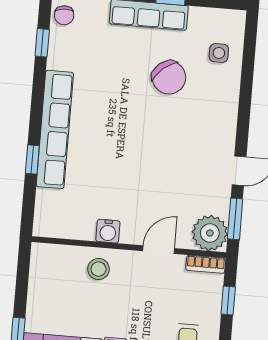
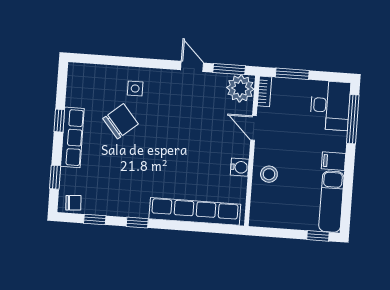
side table: (219, 53) -> (135, 89), moved
row of seats: (55, 129) -> (195, 211), moved
window: (32, 159) -> (137, 223), moved
window: (228, 300) -> (292, 74), width x1.50

